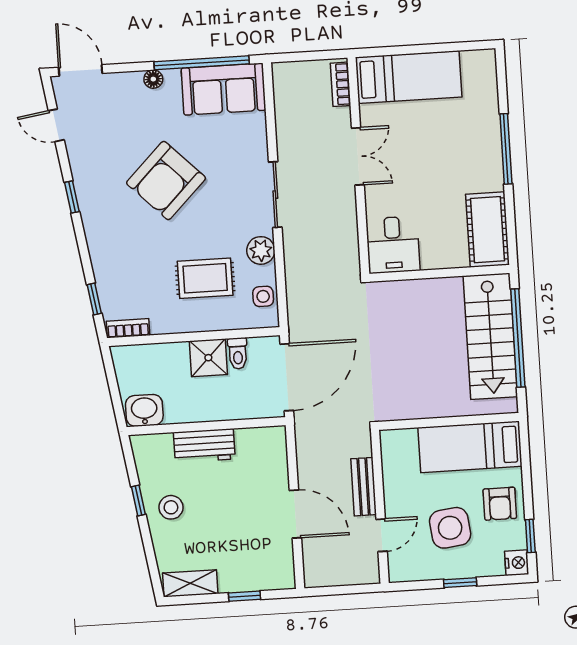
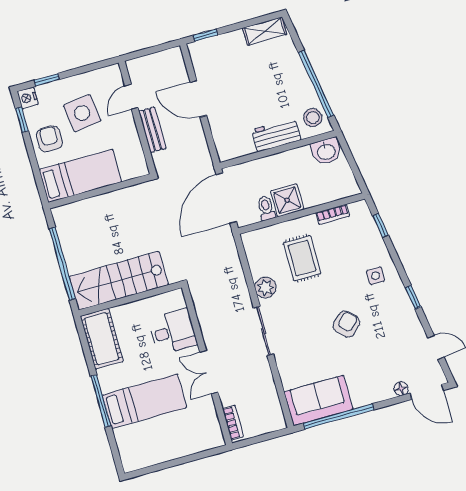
bed: (409, 77) -> (145, 401), moved, turned 180
floor lamp: (153, 79) -> (401, 389), moved
armchair: (166, 181) -> (346, 324), width x0.53, depth x0.53
desk: (393, 245) -> (173, 332), moved, turned 90
rug: (205, 278) -> (302, 258), turned 90
side table: (263, 296) -> (376, 276), moved
bookcase: (128, 328) -> (333, 214), moved
stairs: (490, 336) -> (119, 281), moved, turned -90
window: (138, 501) -> (316, 84), width x3.17
stool: (171, 507) -> (313, 118), moved
window: (460, 583) -> (47, 80), moved
window: (245, 596) -> (205, 35), moved

